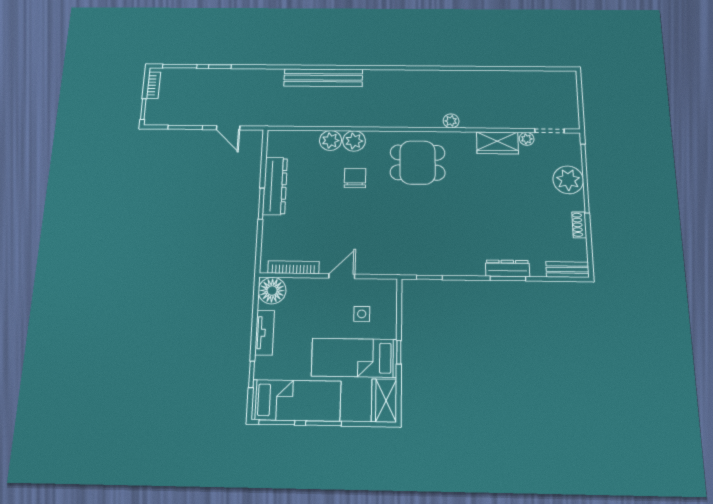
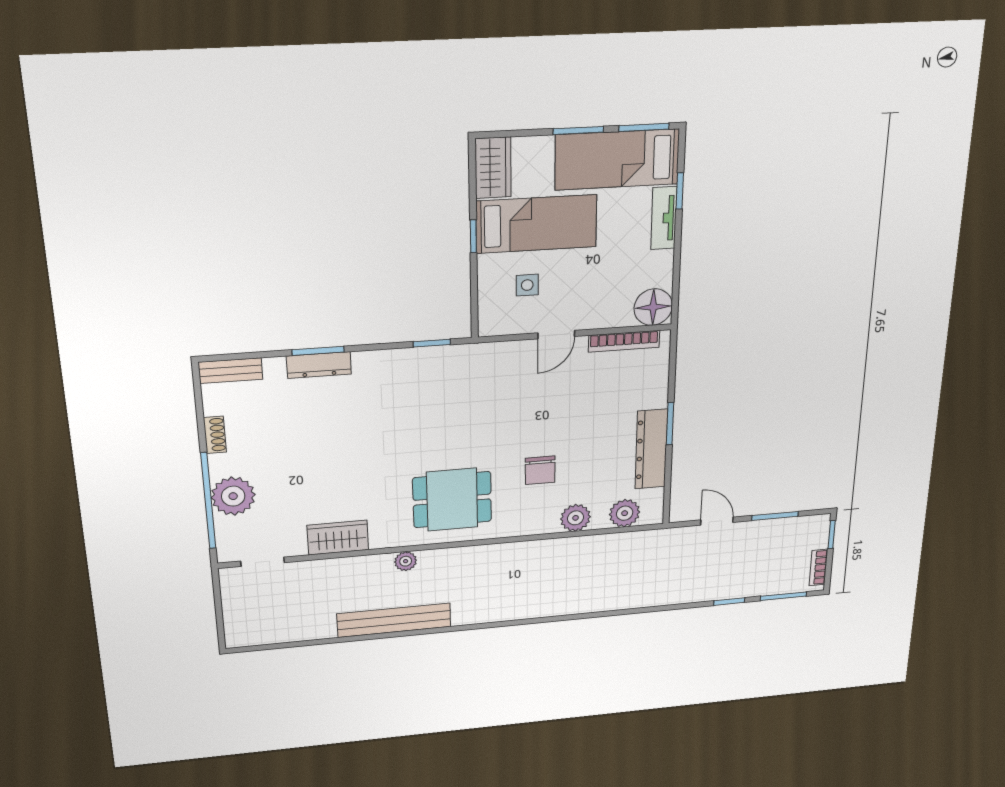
bench: (323, 78) -> (394, 620), moved
plant: (527, 139) -> (296, 547), removed
plant: (354, 141) -> (625, 513), moved
tv unit: (265, 333) -> (664, 218), moved

